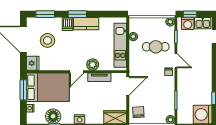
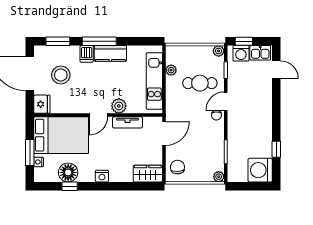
window: (77, 14) -> (99, 41), width x1.44
door: (176, 61) -> (226, 101), swing flipped
window: (23, 90) -> (30, 153), moved

